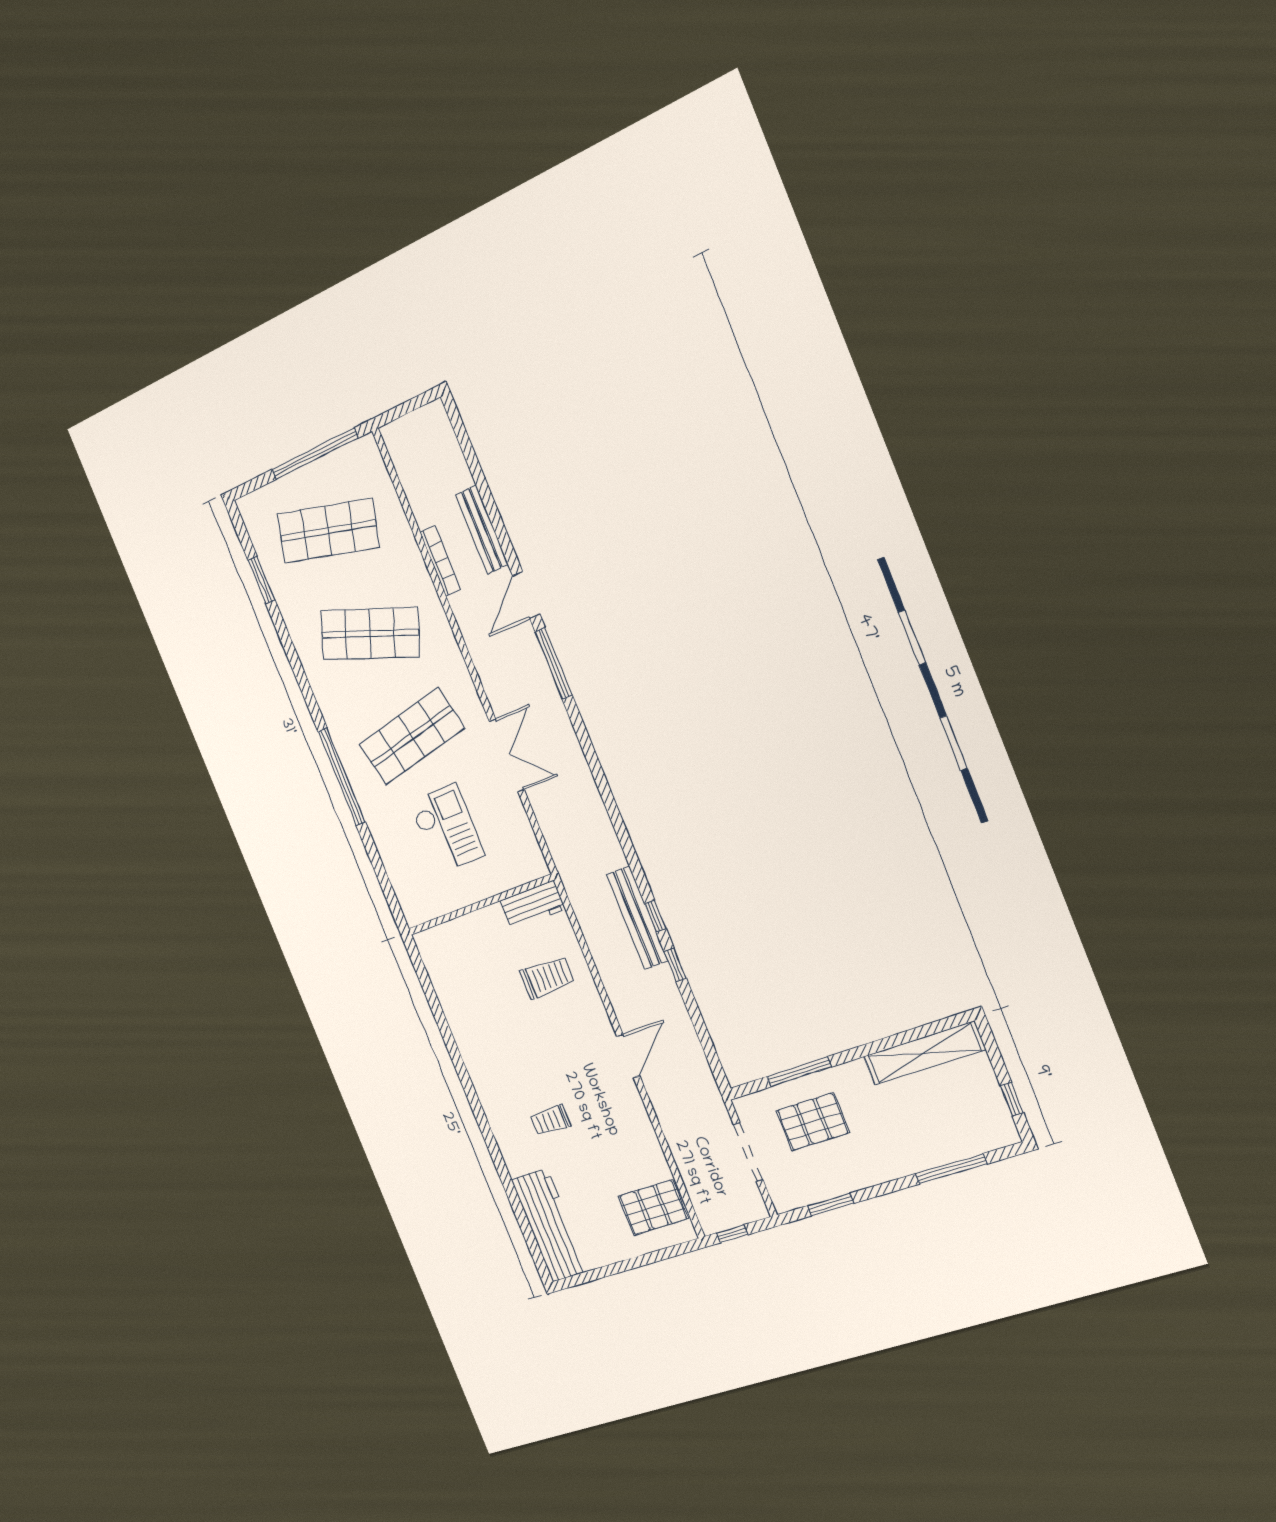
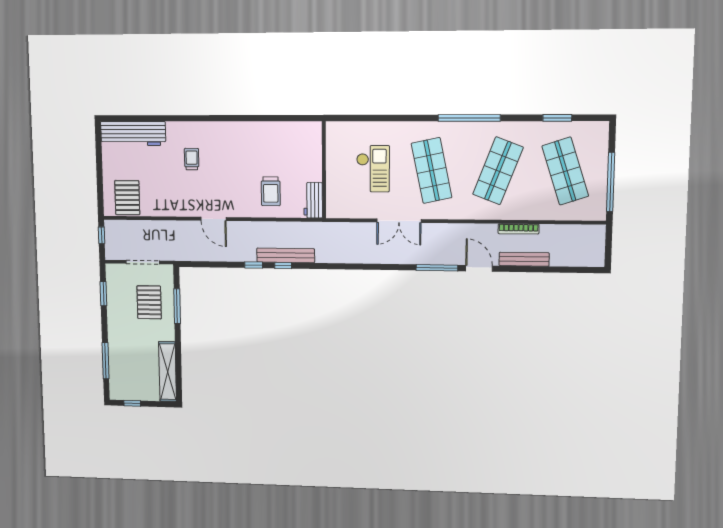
shop shelf: (328, 531) -> (565, 171), turned -33
window: (342, 777) -> (469, 118), moved
checkout: (447, 829) -> (373, 169), turned -90

